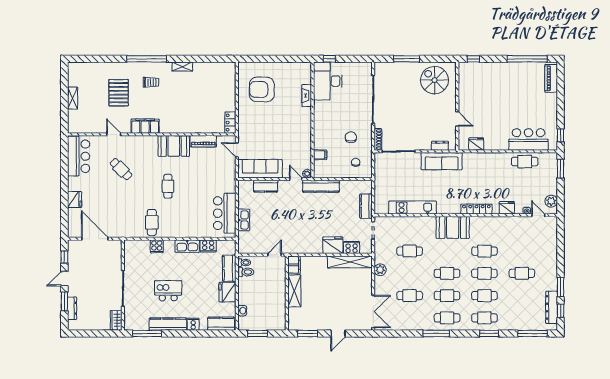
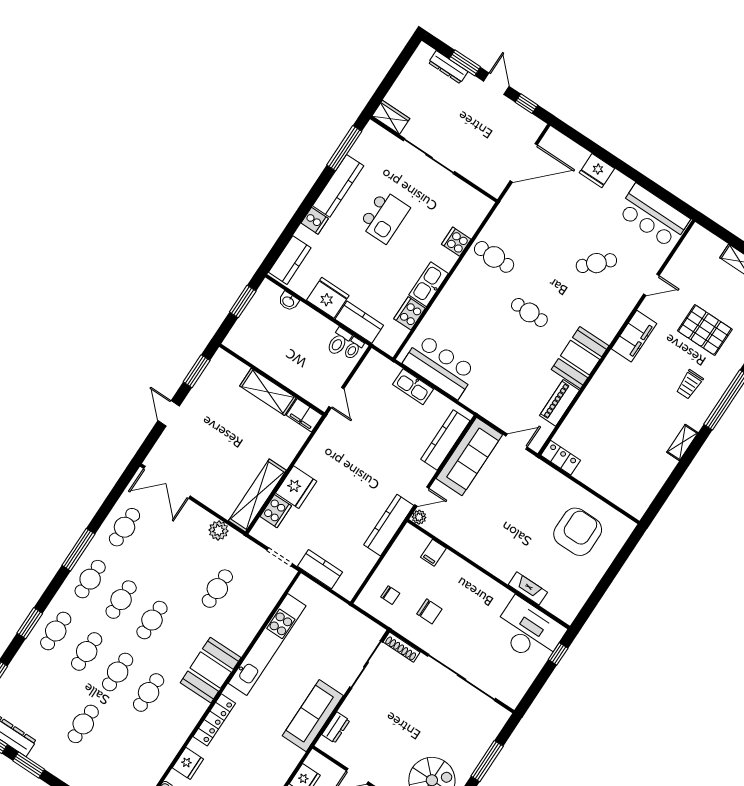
kitchen counter: (266, 186) -> (445, 440), width x1.50
kitchen unit: (412, 208) -> (267, 644), width x1.36
cafe table: (410, 296) -> (124, 527), moved

